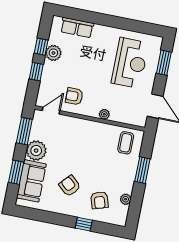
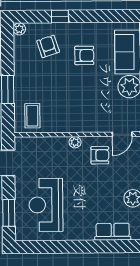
plant: (104, 114) -> (75, 142), moved
armchair: (70, 186) -> (84, 55), turned -42
plant: (126, 199) -> (19, 29), moved

